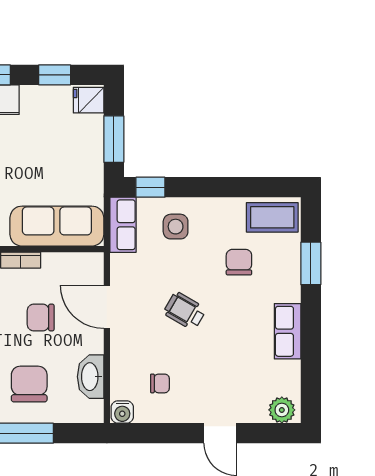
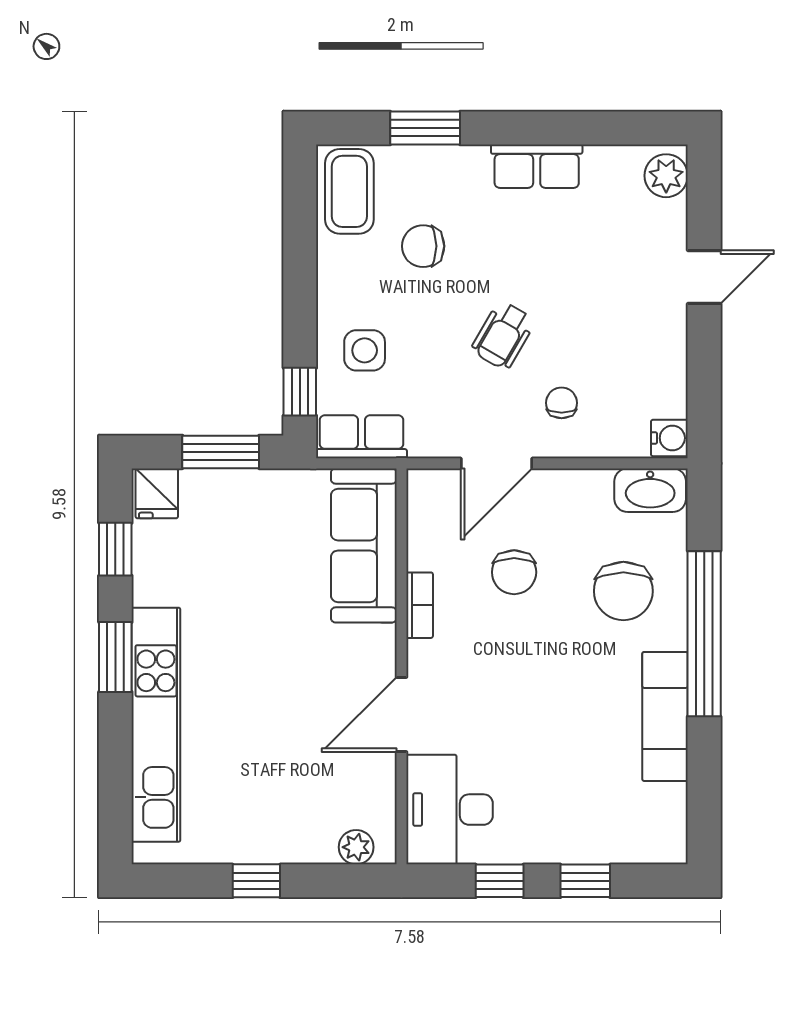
washbasin: (91, 377) -> (650, 490), moved
chair: (160, 383) -> (562, 403), moved
chair: (29, 384) -> (623, 591), turned -90

